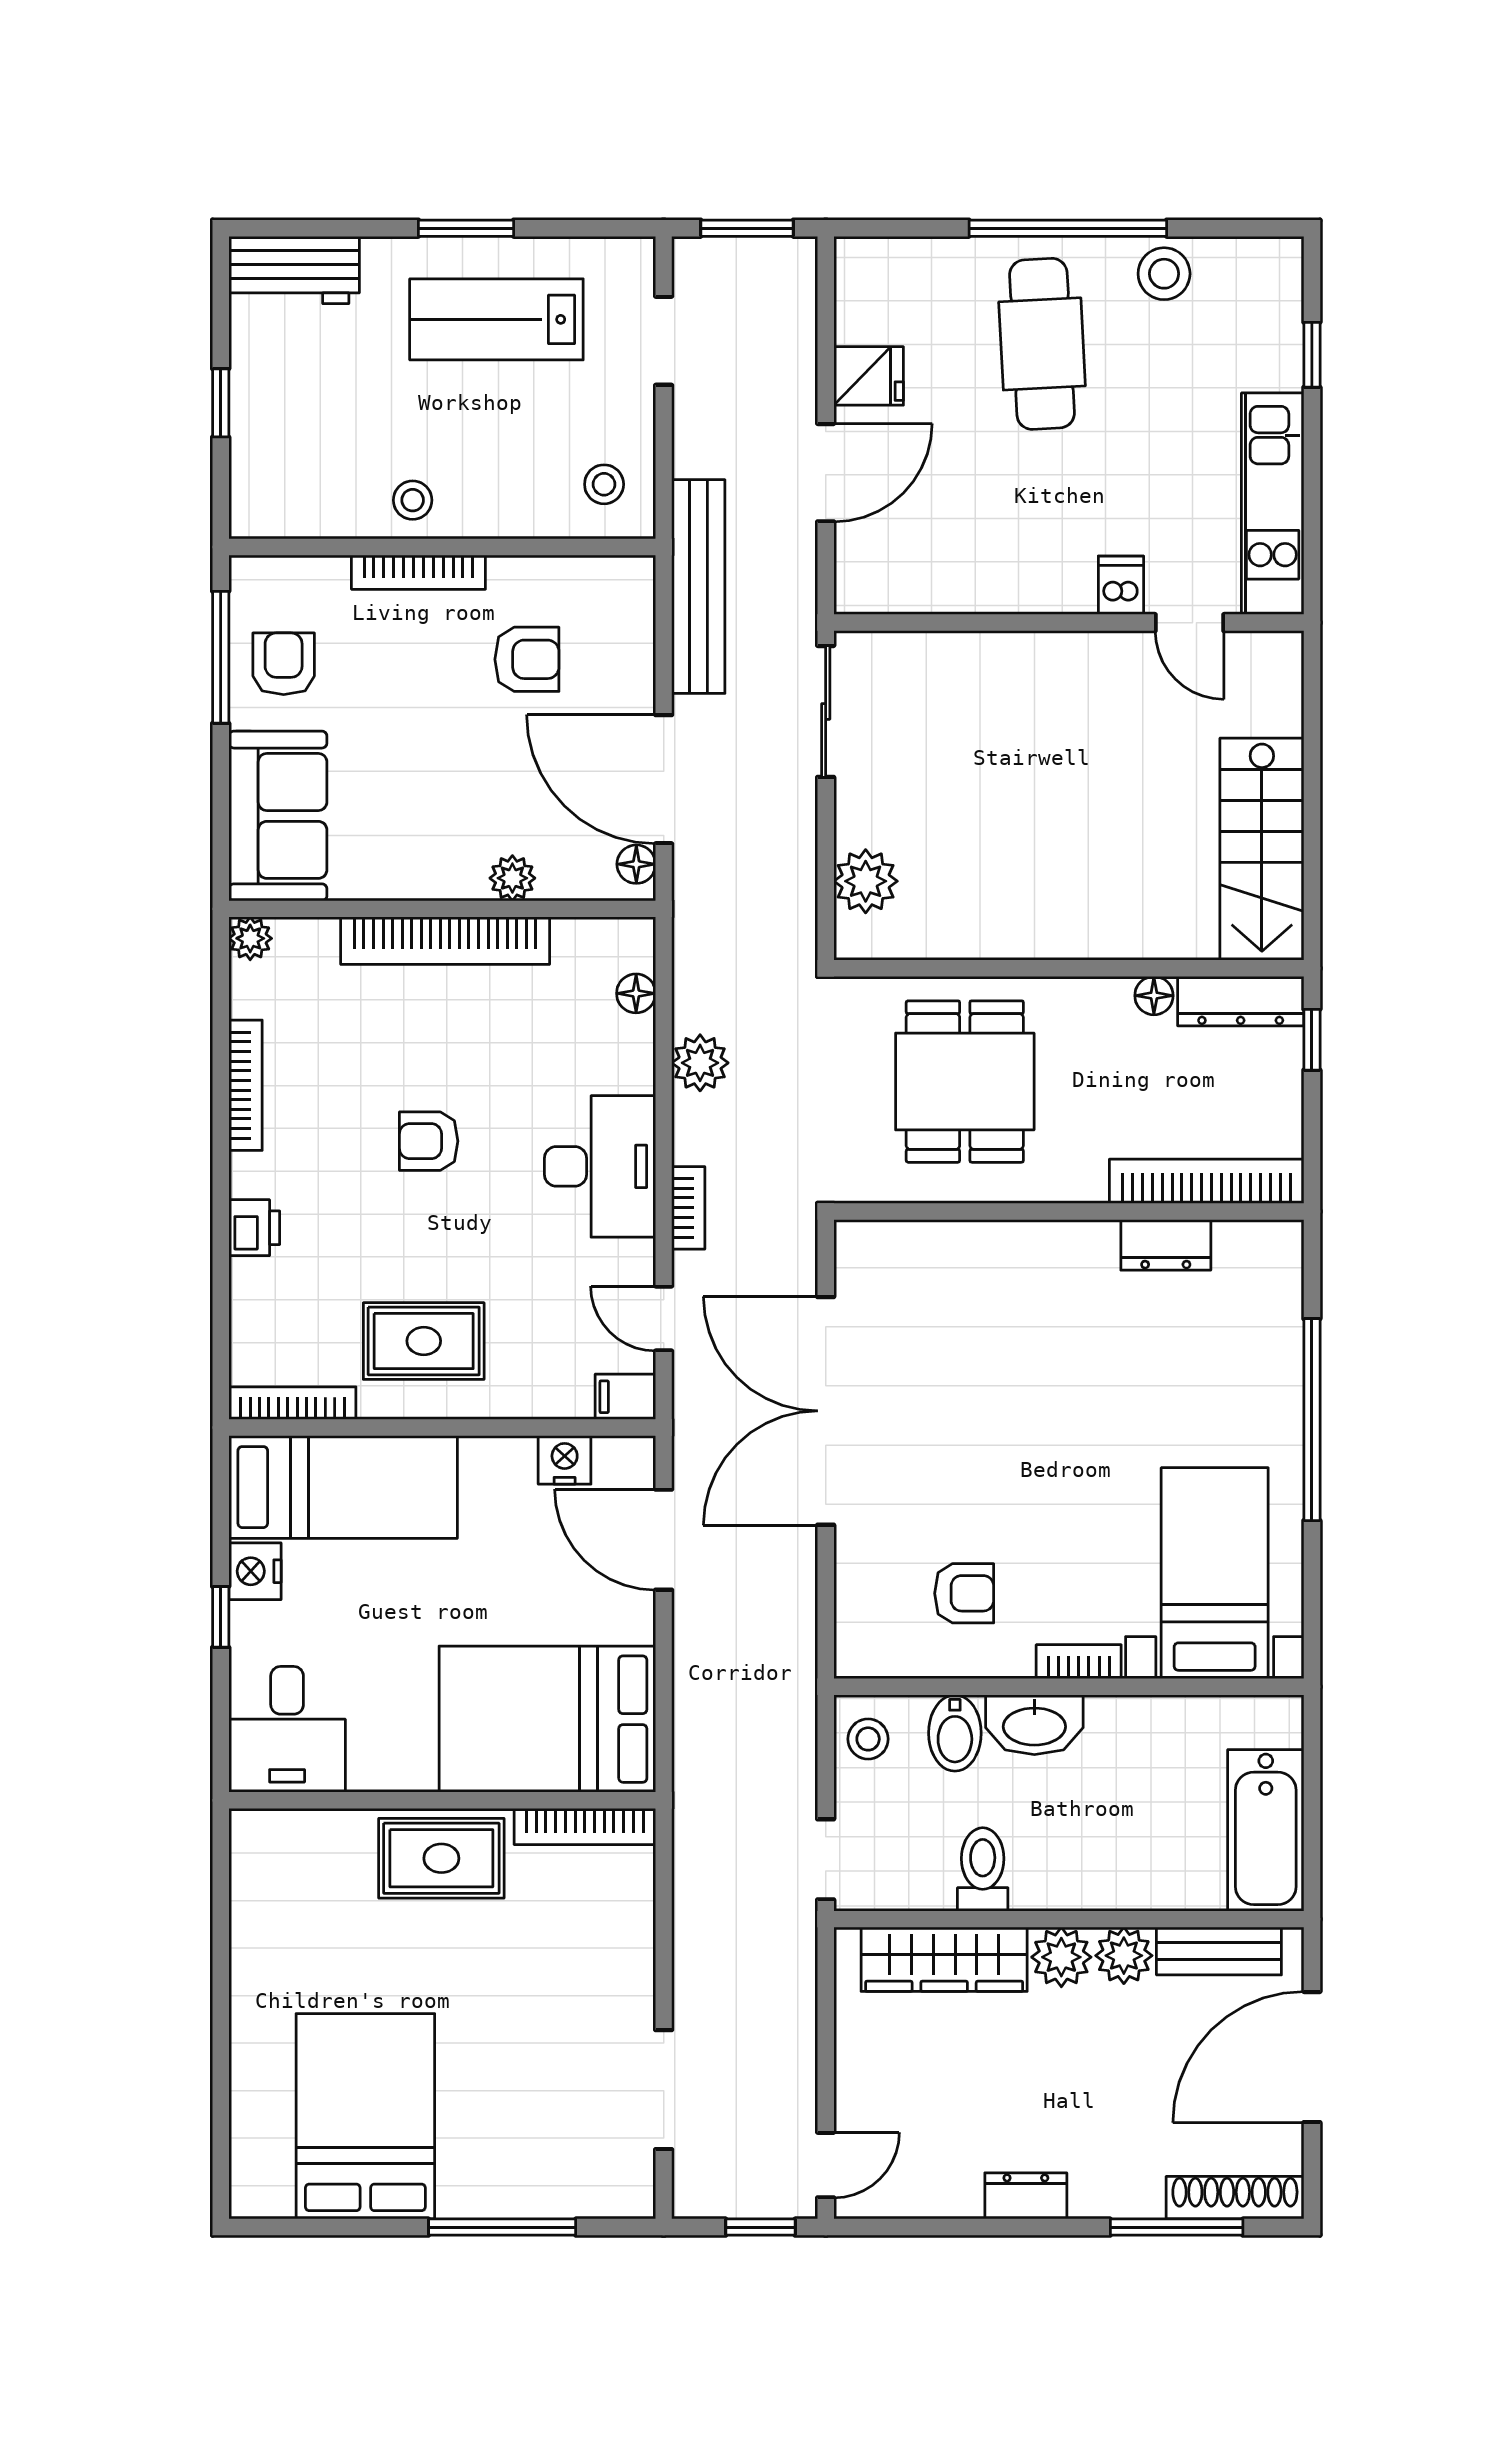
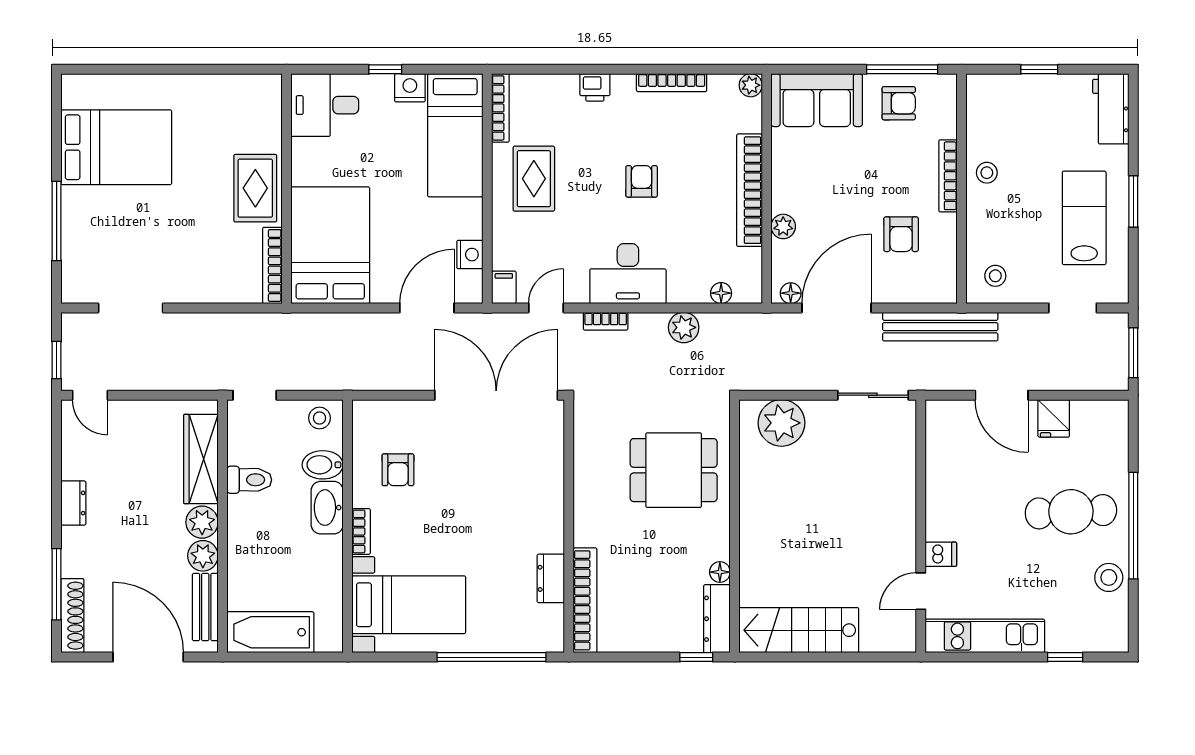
plant: (866, 881) -> (782, 423), width x1.36, depth x1.36
bookcase: (1207, 1181) -> (585, 600), moved
wall: (1069, 1211) -> (569, 526), moved
dresser: (1166, 1245) -> (551, 578), moved

